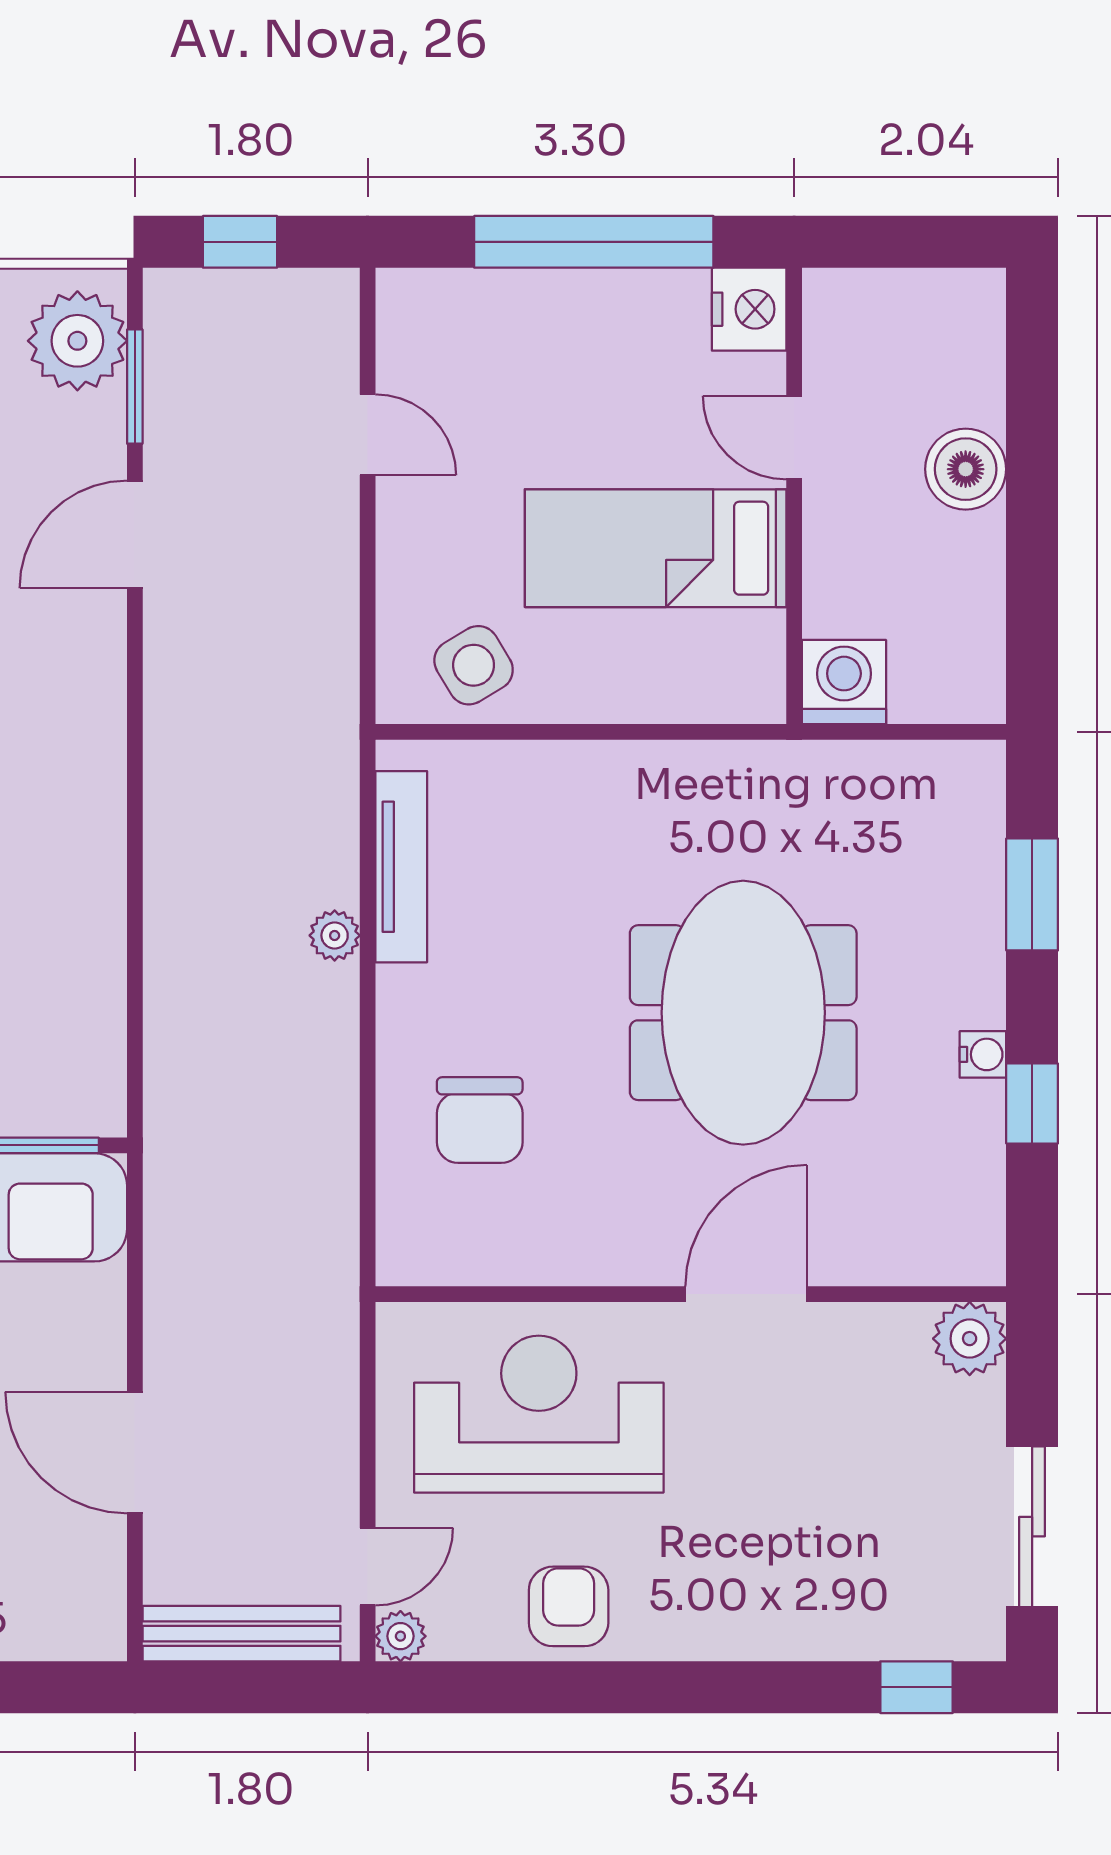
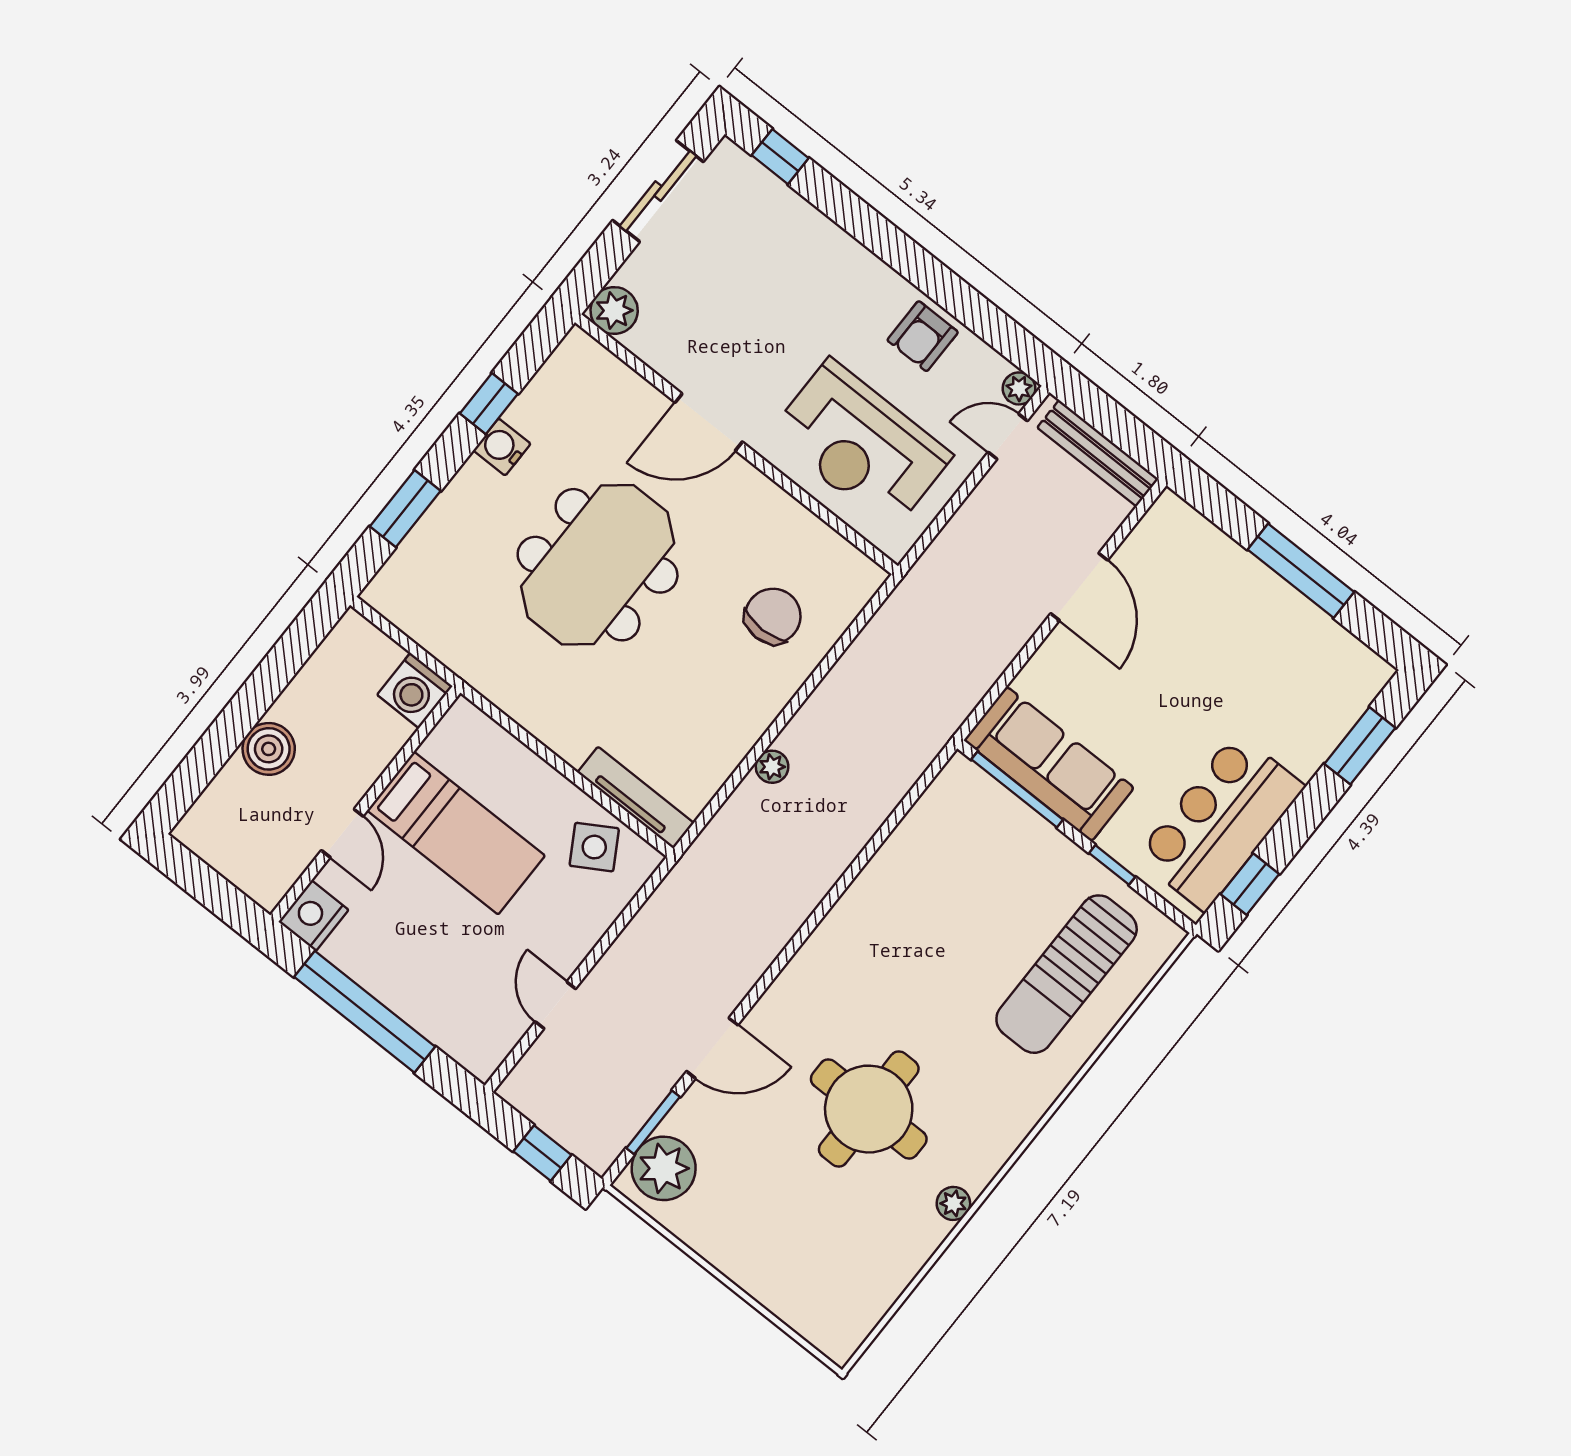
tv unit: (401, 867) -> (636, 798), moved, turned 90
water cooler: (983, 1054) -> (502, 447), width x1.38, depth x1.38

